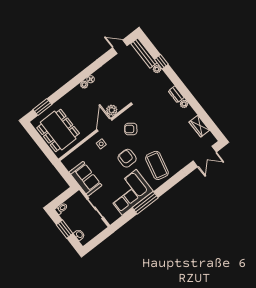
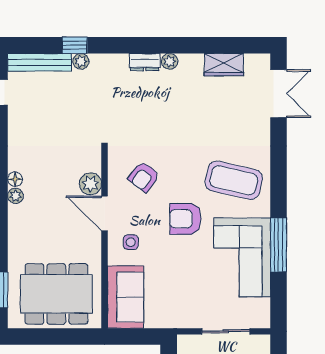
sofa: (85, 179) -> (126, 297), moved, turned 90

